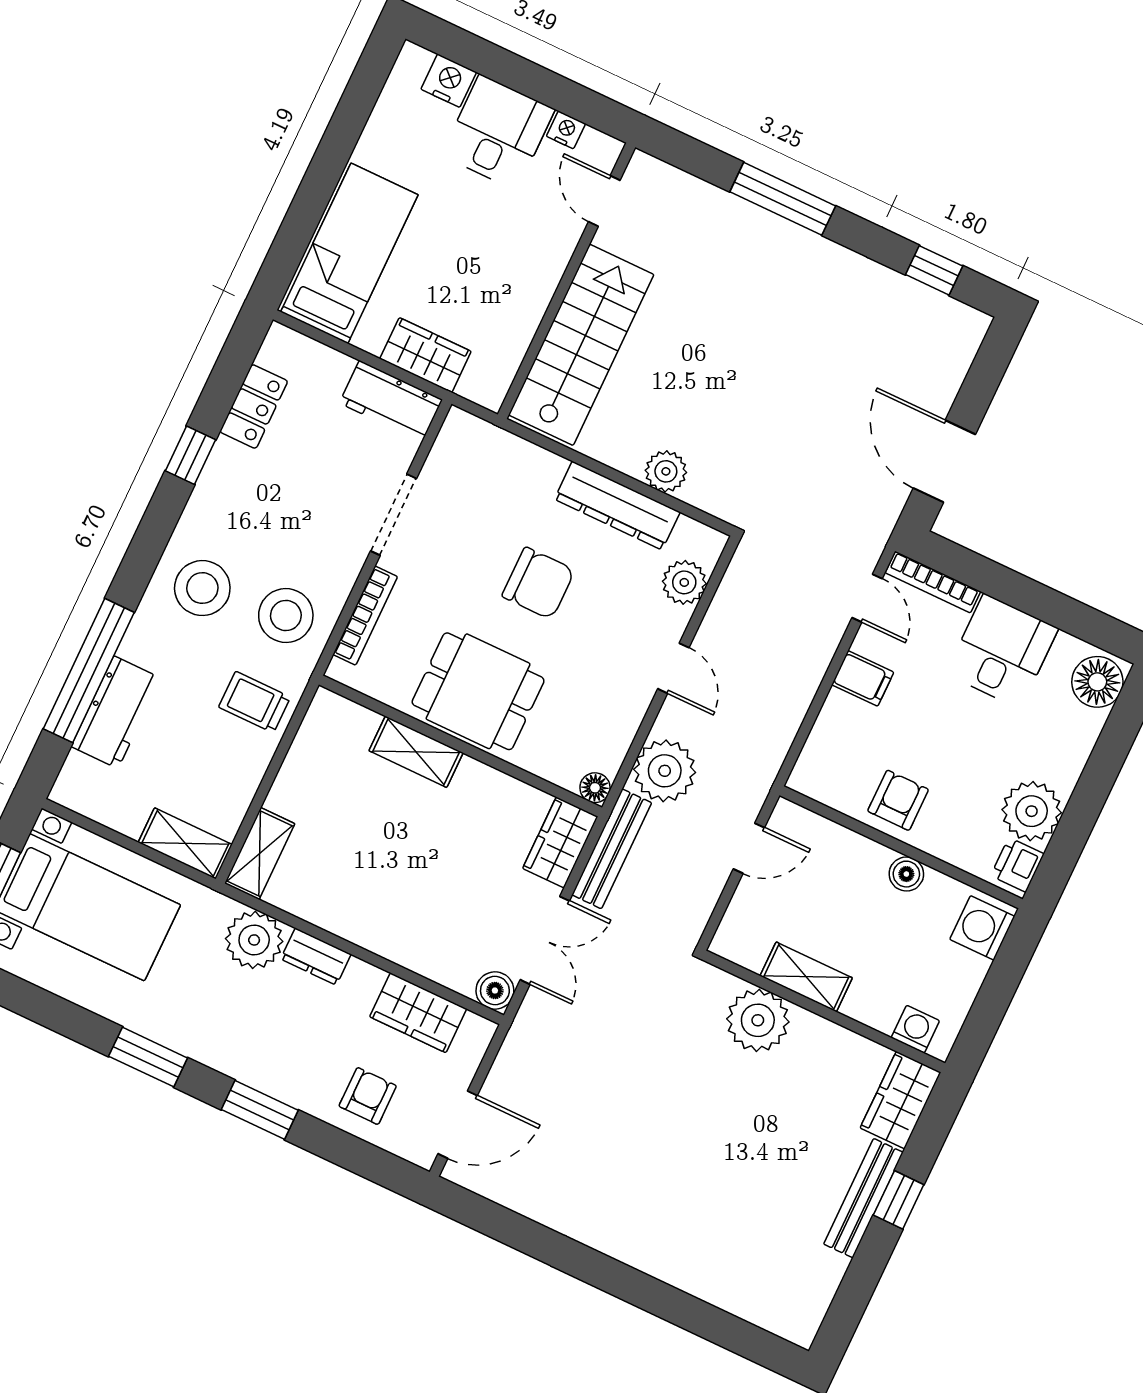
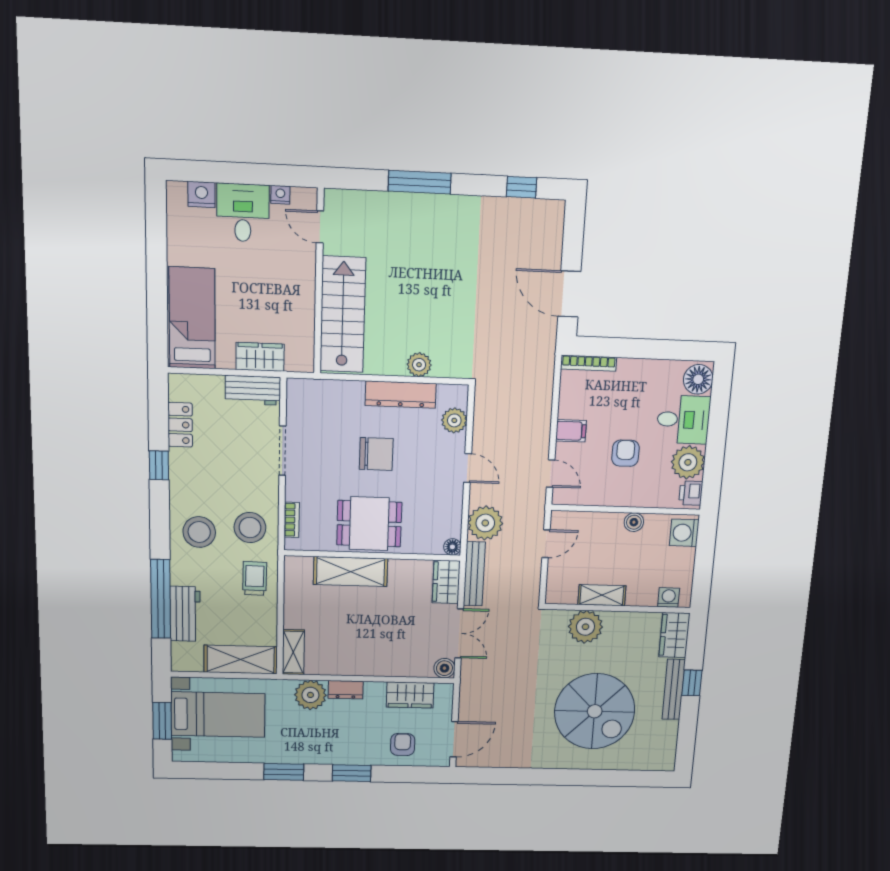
door: (867, 598) -> (551, 474), moved
bookcase: (365, 616) -> (292, 520), width x0.64
desk: (1002, 651) -> (683, 420), moved, turned 90
trolley: (254, 702) -> (255, 578), turned 91
shelving: (416, 752) -> (351, 572), width x1.50, depth x1.33
armchair: (898, 800) -> (625, 453), moved
shelving: (185, 844) -> (241, 660), width x1.50, depth x1.33
spiral stairs: (715, 1179) -> (595, 711), added

